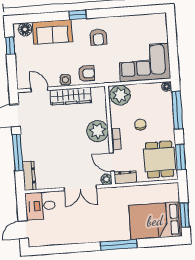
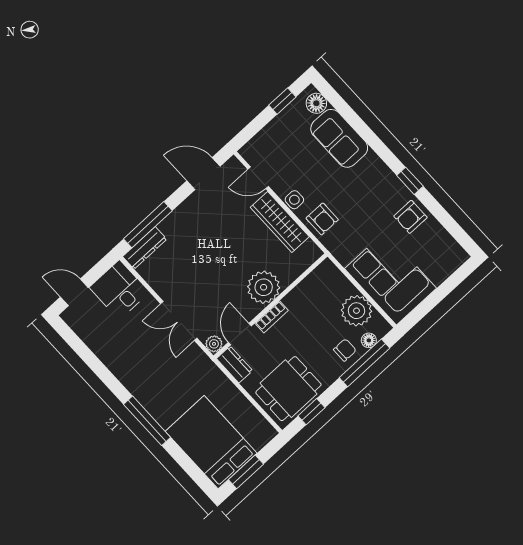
window: (78, 15) -> (410, 181), moved
armchair: (98, 37) -> (410, 217), moved
floor lamp: (167, 86) -> (369, 340), moved
door: (39, 89) -> (258, 178), swing flipped
plant: (120, 95) -> (357, 311), moved
chair: (140, 124) -> (345, 350), moved
window: (18, 152) -> (148, 225), moved
window: (181, 157) -> (311, 412), width x0.67

